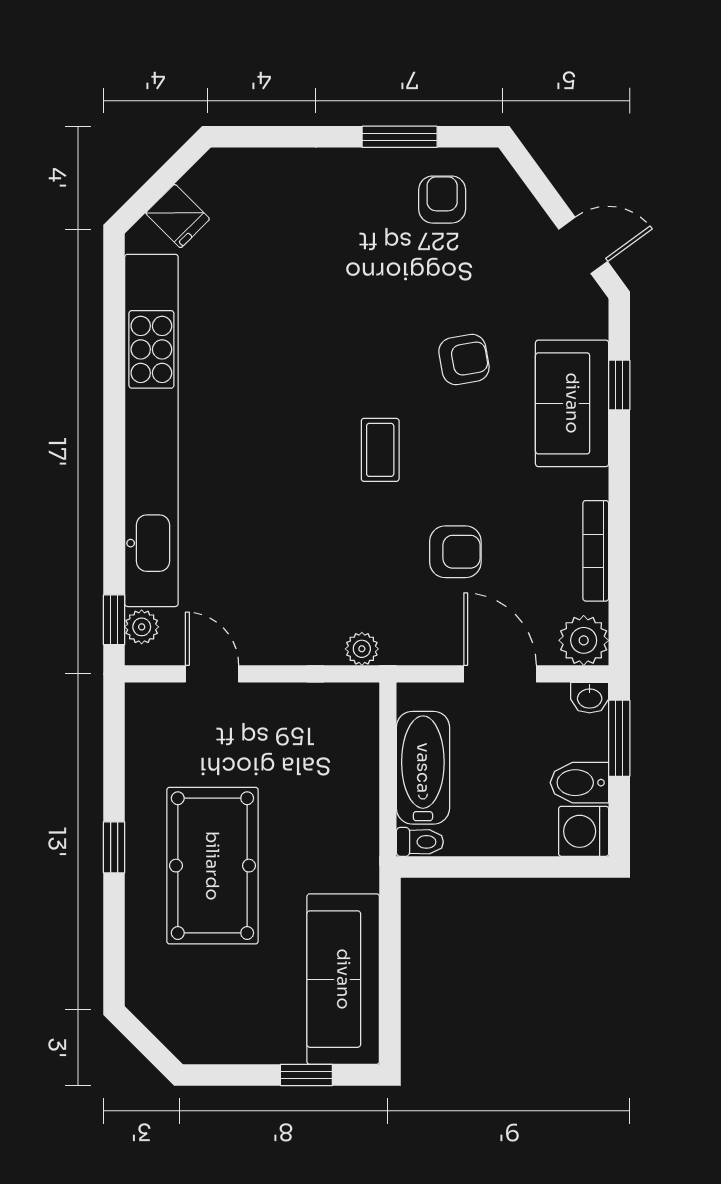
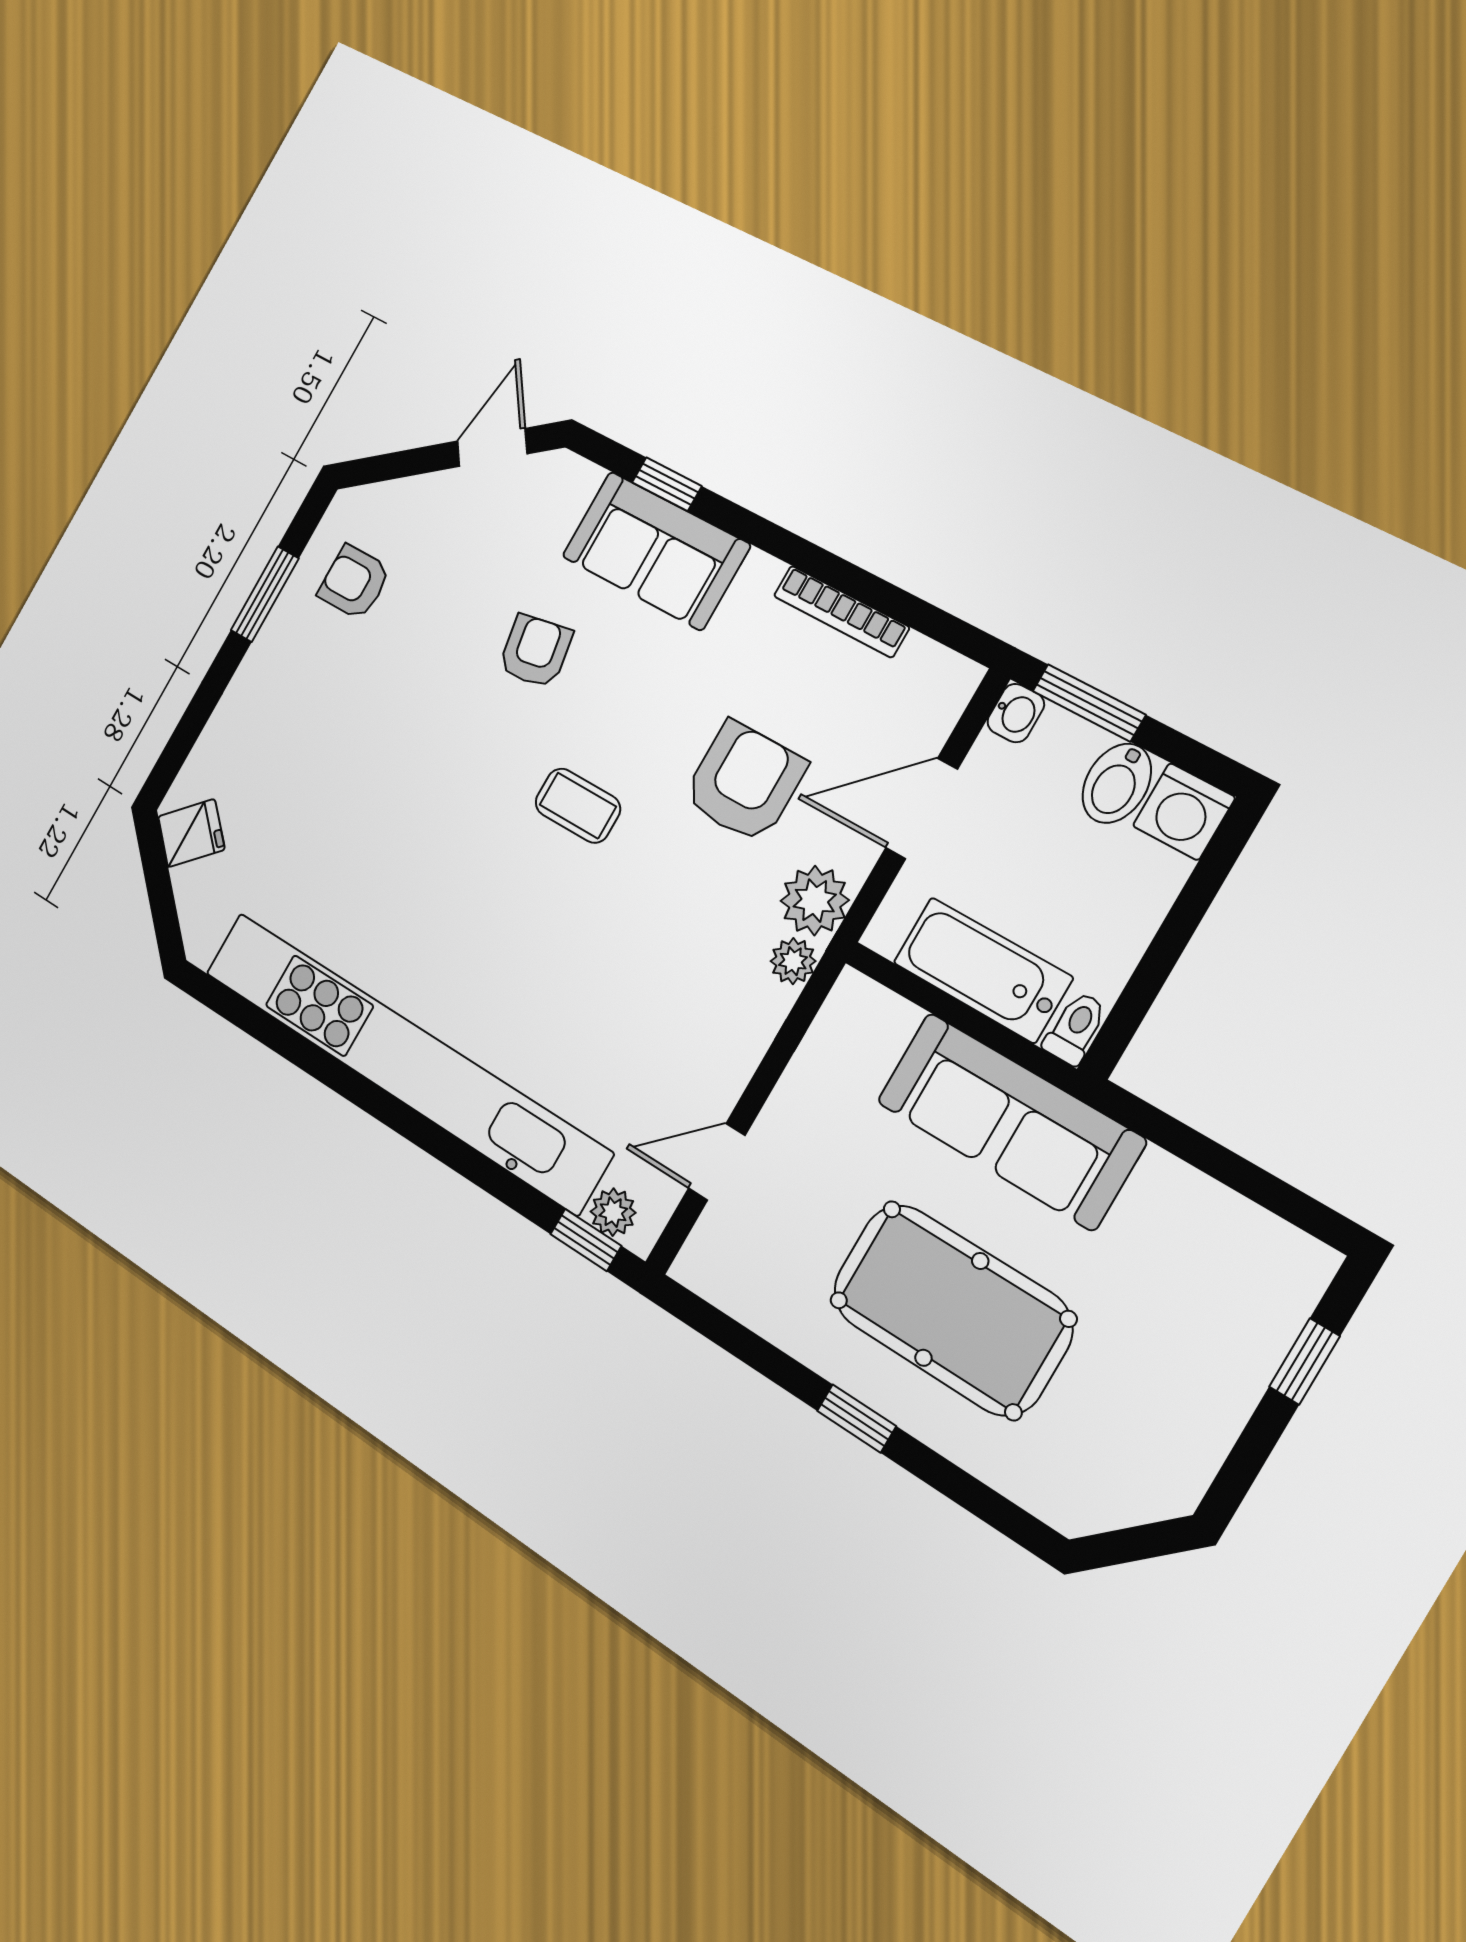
fridge: (178, 216) -> (191, 833), moved
armchair: (455, 552) -> (744, 782), width x1.38, depth x1.38
plant: (584, 640) -> (815, 901), moved
sofa: (343, 979) -> (1010, 1121), moved

